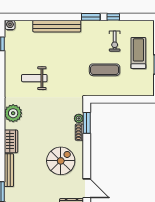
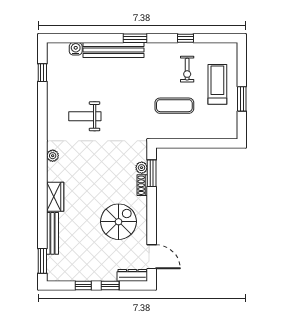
window: (91, 17) -> (135, 38), moved
water cooler: (10, 25) -> (76, 49), moved
plant: (13, 113) -> (53, 156), width x0.53, depth x0.53

